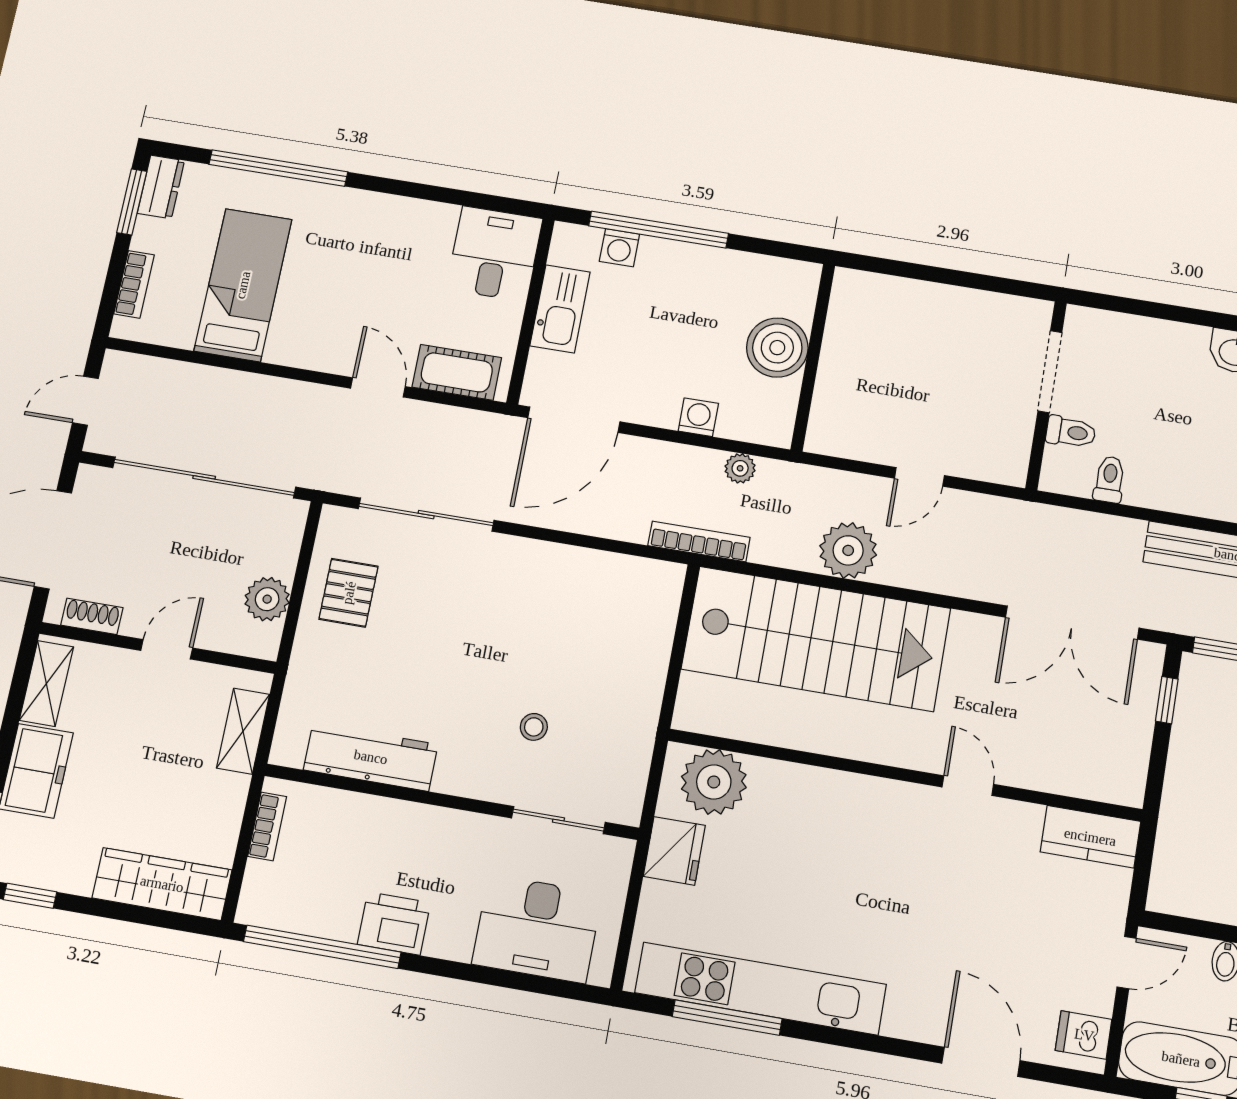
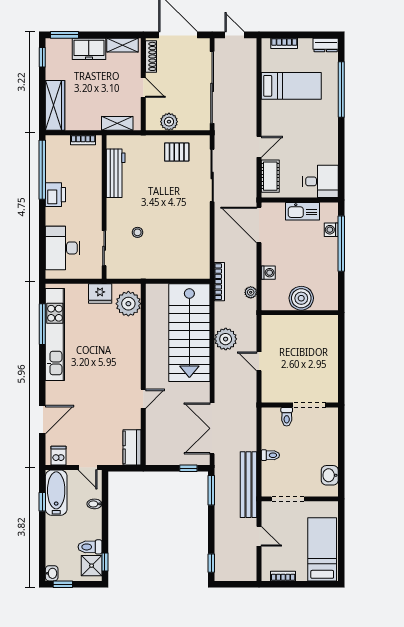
window: (132, 202) -> (318, 35), removed
toilet: (1109, 479) -> (270, 455), moved
shoe rack: (92, 616) -> (151, 56), width x1.43

